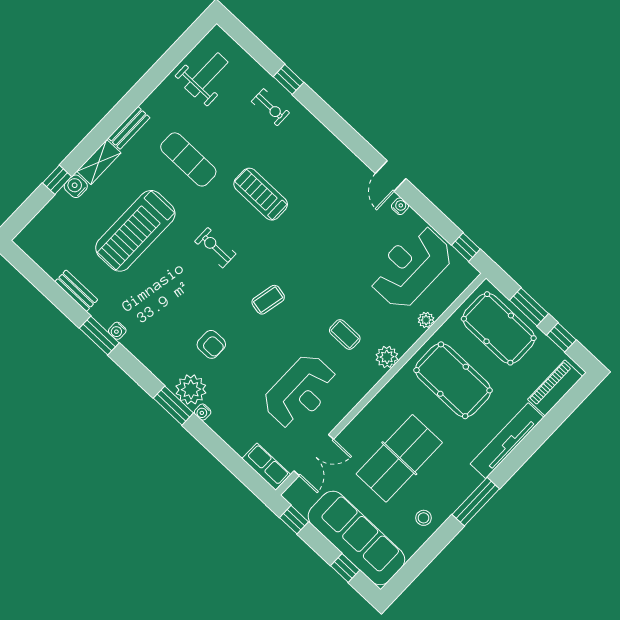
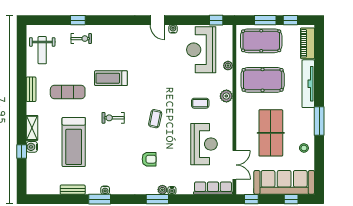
weight bench: (206, 75) -> (42, 50), turned 180
bench: (129, 128) -> (31, 89), moved
plant: (191, 389) -> (162, 190), width x0.53, depth x0.53
row of seats: (266, 467) -> (213, 188), width x1.48

